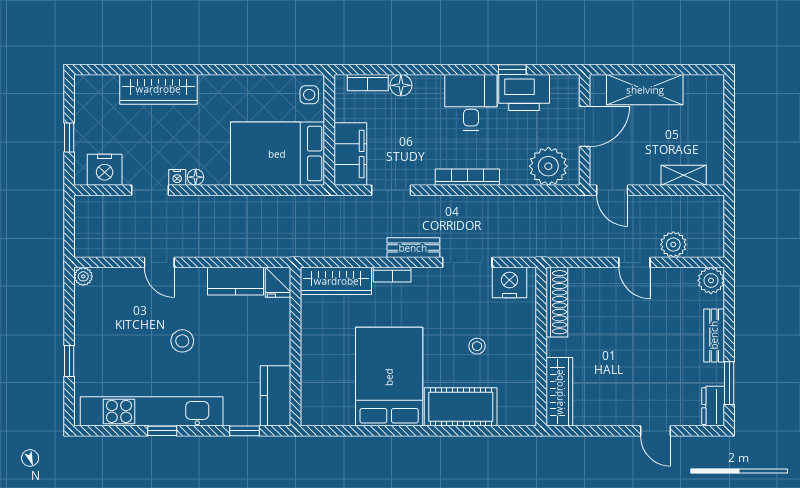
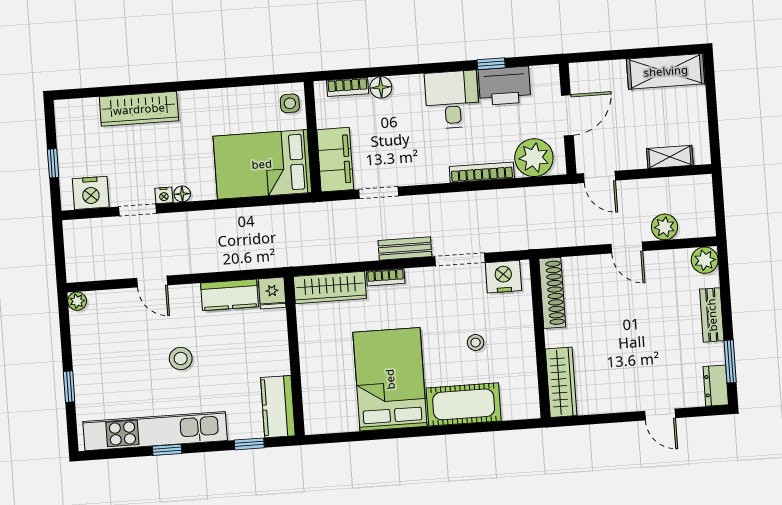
shelving: (645, 90) -> (666, 71), moved
bookcase: (467, 177) -> (482, 172), moved

